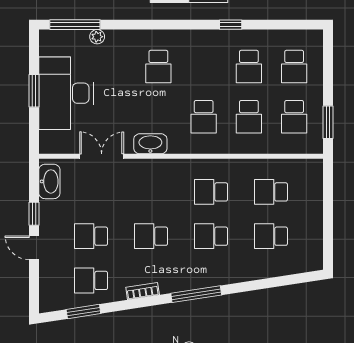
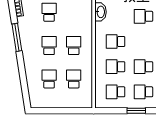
window: (328, 122) -> (136, 111), moved

